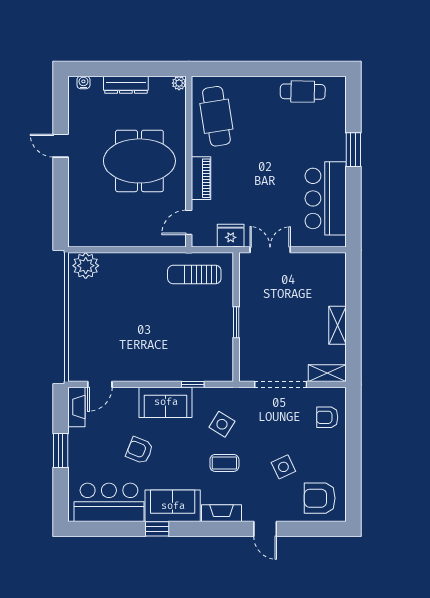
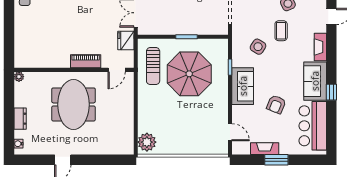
dresser: (126, 85) -> (20, 119), width x0.70
cafe table: (216, 116) -> (42, 51), removed
door: (189, 222) -> (117, 70), hinge flipped
parasol: (183, 326) -> (189, 74), added
fireplace: (76, 407) -> (265, 149), moved
coffee table: (224, 463) -> (281, 31), moved

